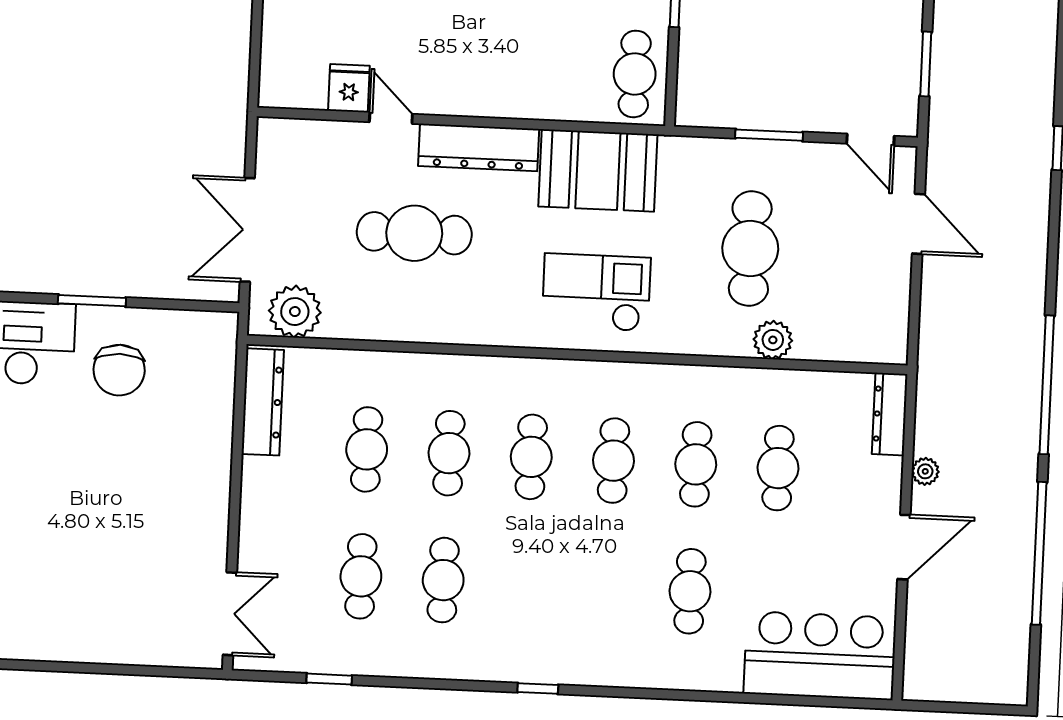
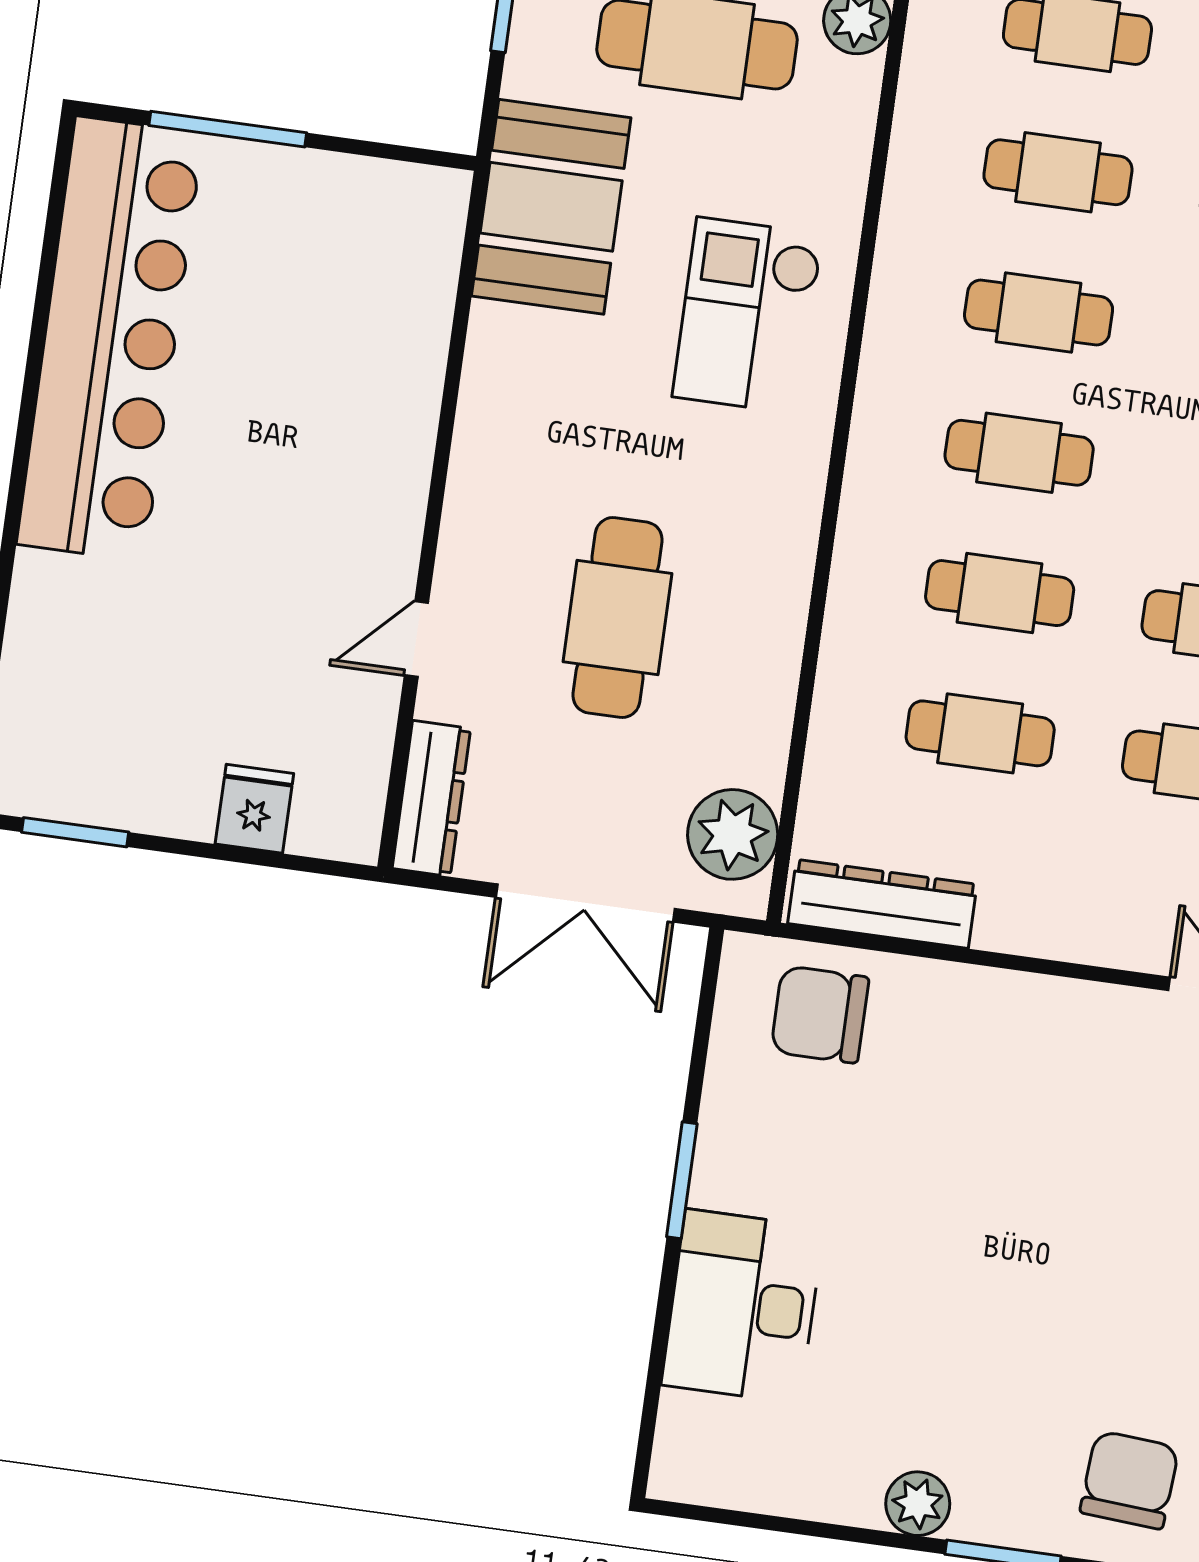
cafe table: (635, 74) -> (380, 215), removed
fridge: (349, 88) -> (254, 809), moved, turned 90
dresser: (479, 147) -> (431, 798), moved, width x0.73, depth x0.80
booth: (598, 170) -> (551, 207), moved
chair: (119, 370) -> (820, 1014), moved, turned 180

